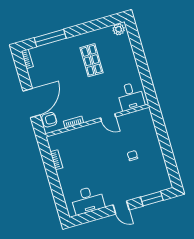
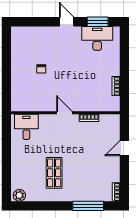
door: (31, 103) -> (124, 148), width x0.53
door: (108, 117) -> (64, 113), moved
armchair: (49, 120) -> (112, 127), removed
window: (152, 199) -> (98, 22), moved

